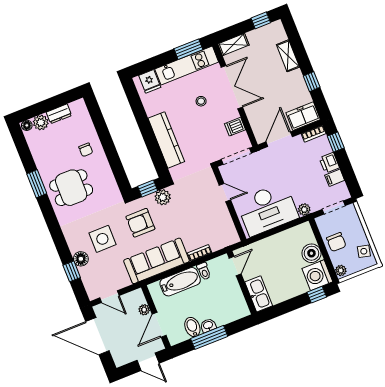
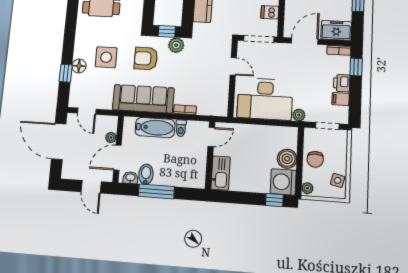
washbasin: (208, 325) -> (130, 178), moved

